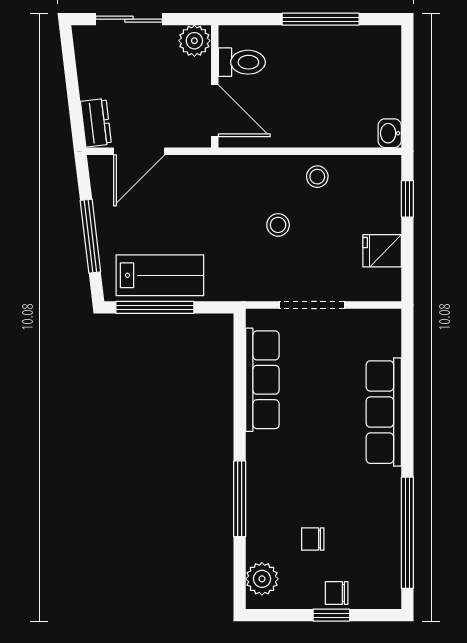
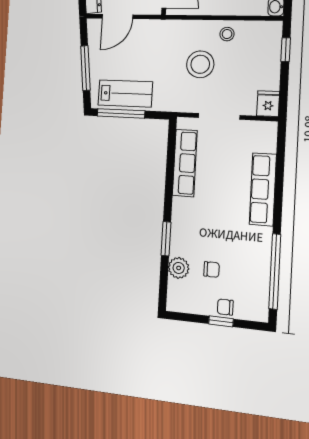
stool: (278, 225) -> (200, 64), width x1.89, depth x1.89
fridge: (382, 251) -> (268, 104), moved, turned 90
window: (240, 499) -> (166, 239), width x0.69
chair: (313, 539) -> (212, 269), turned 180
plant: (262, 579) -> (179, 268), moved

